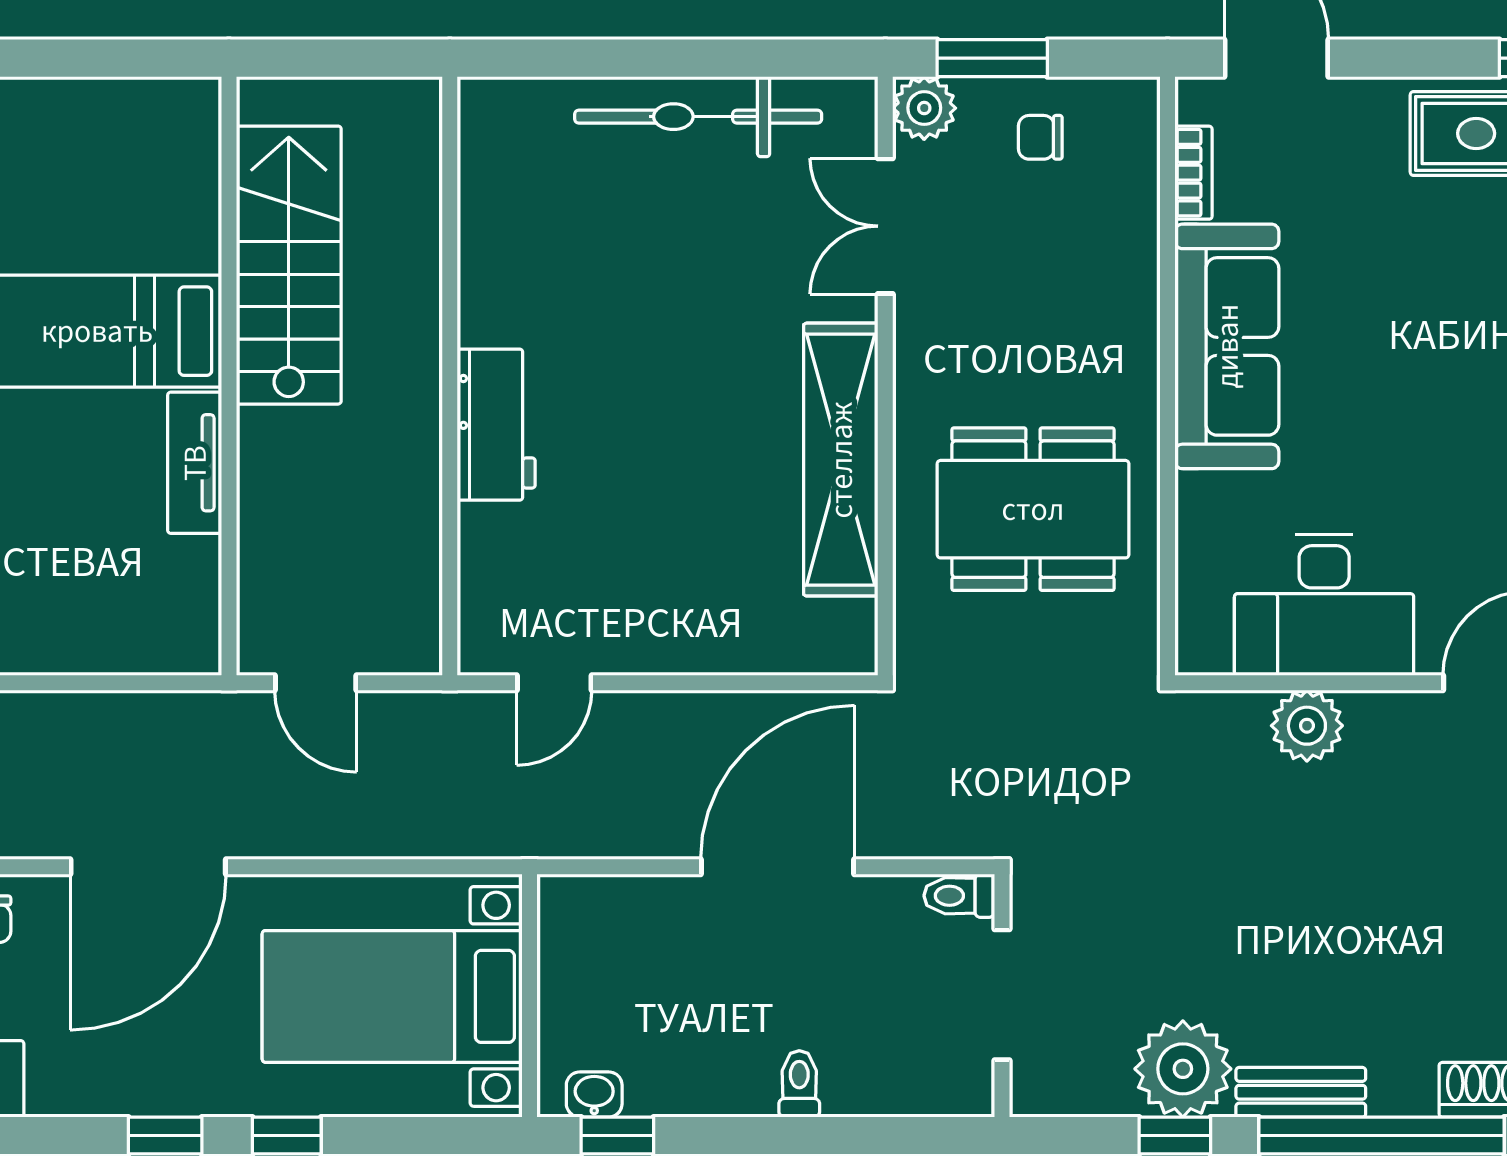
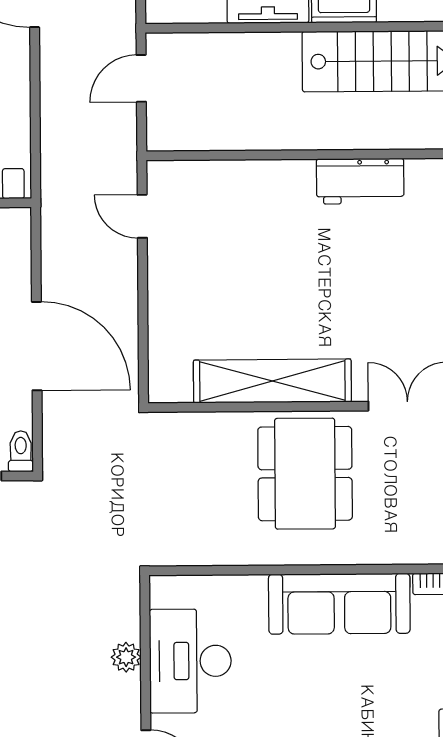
workbench: (496, 425) -> (360, 181), moved
dining table: (1033, 509) -> (305, 474), moved
plant: (1307, 726) -> (126, 657), width x0.73, depth x0.73

